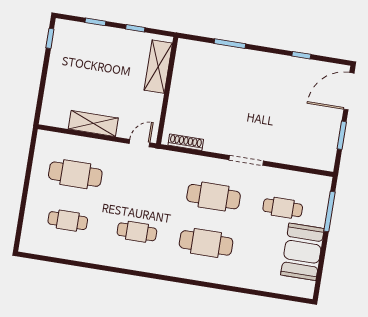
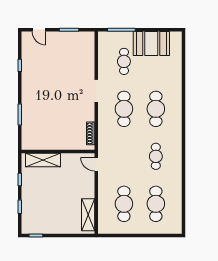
door: (349, 91) -> (39, 30), width x0.53
shelving: (93, 123) -> (88, 215), moved
cafe table: (68, 221) -> (156, 204), width x1.37, depth x1.35

